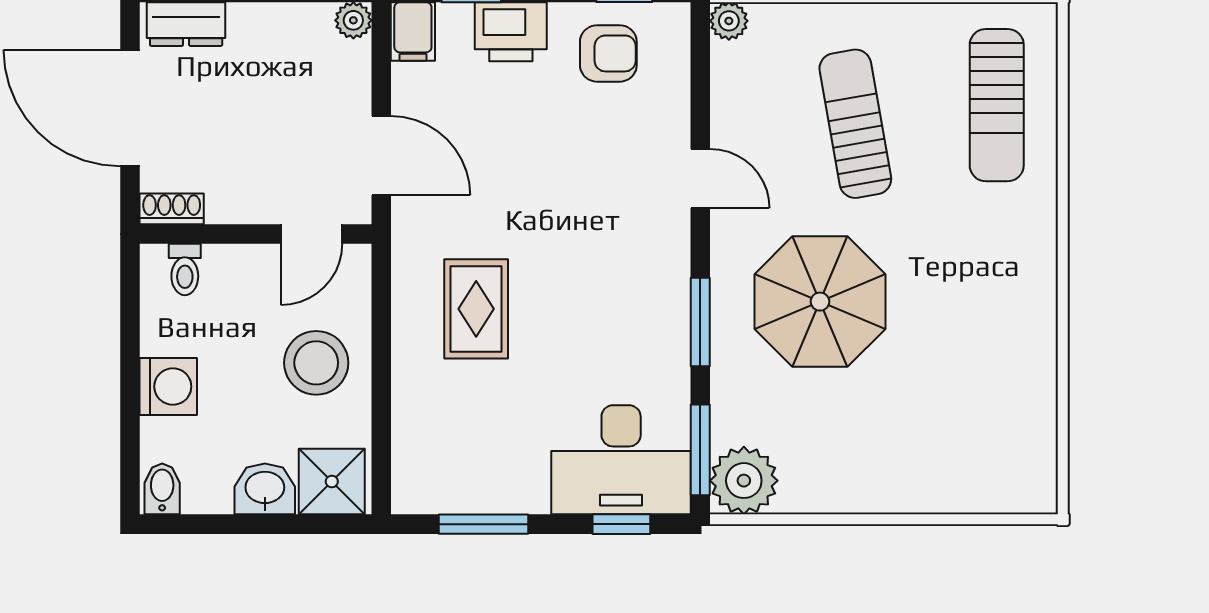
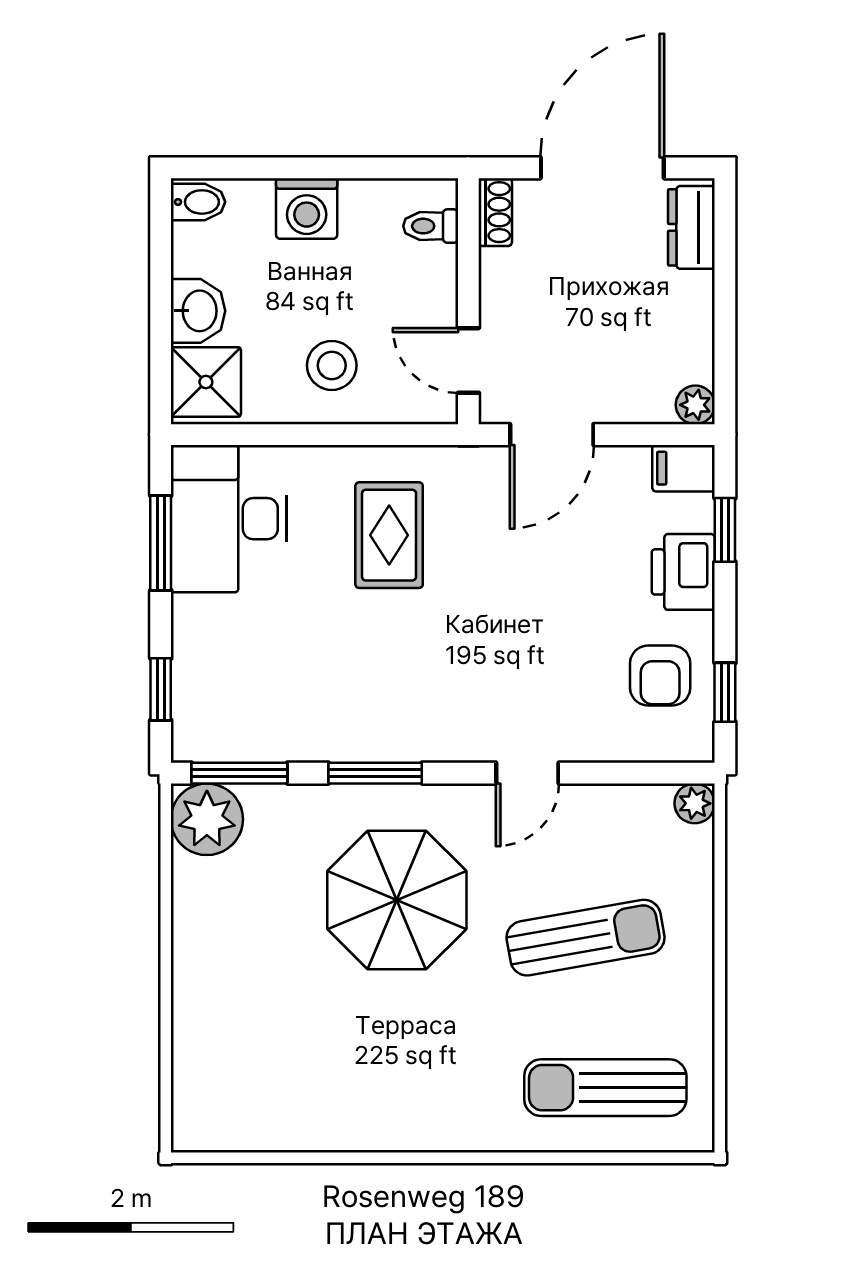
rug: (476, 309) -> (389, 535), turned 90
stool: (316, 363) -> (332, 365), width x0.73, depth x0.73
desk: (621, 460) -> (229, 519), moved

